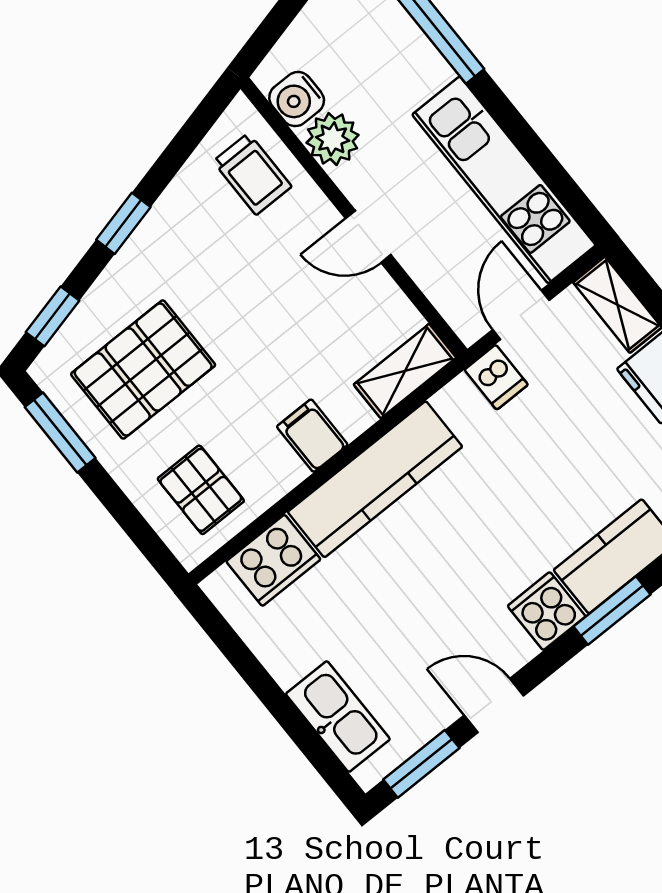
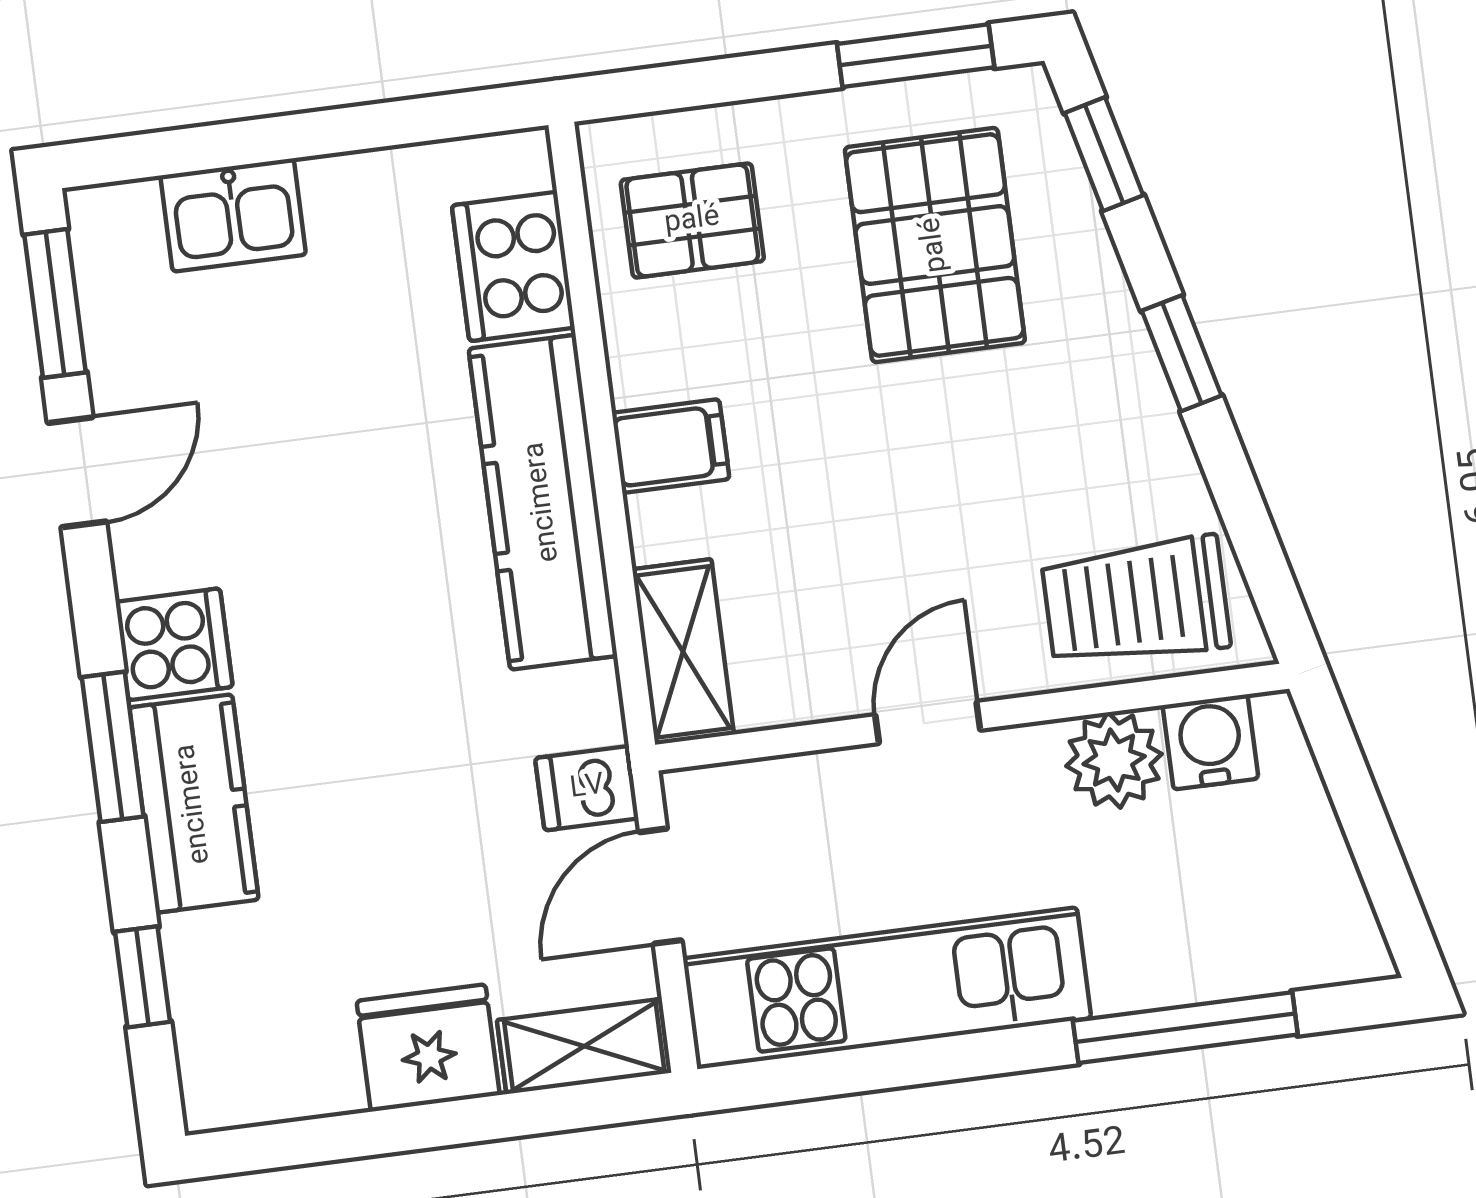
trolley: (252, 174) -> (1136, 601), width x1.36, depth x1.39
door: (521, 315) -> (660, 886), swing flipped
kitchen sink: (338, 717) -> (233, 215), width x0.73

